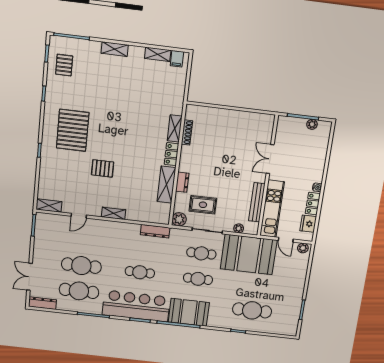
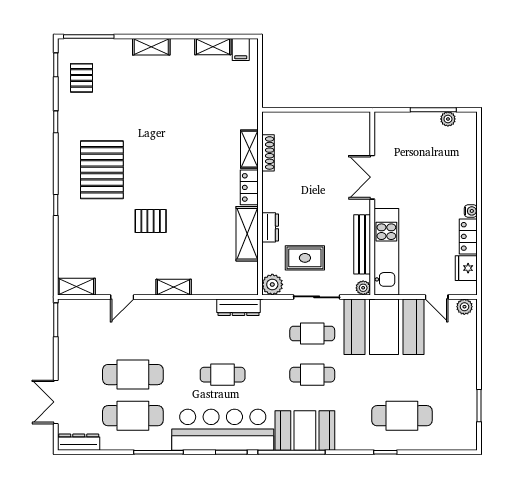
double door: (270, 159) -> (372, 177), moved
wall: (268, 176) -> (372, 203), moved
bench: (257, 202) -> (362, 244), moved
kitchen unit: (272, 209) -> (386, 252), moved

